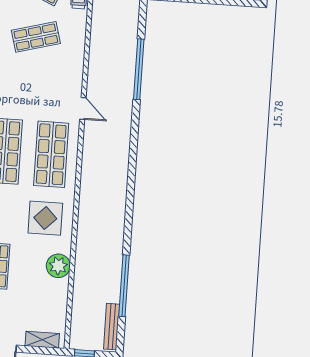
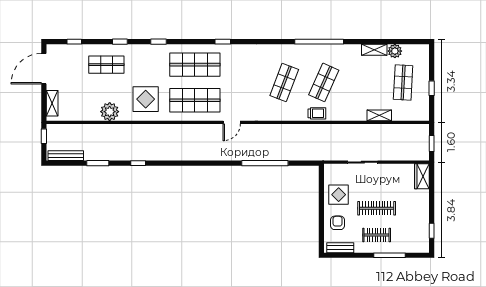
shop shelf: (36, 37) -> (284, 82), turned 36
window: (128, 233) -> (138, 163), added
window: (124, 286) -> (98, 163), width x0.47

